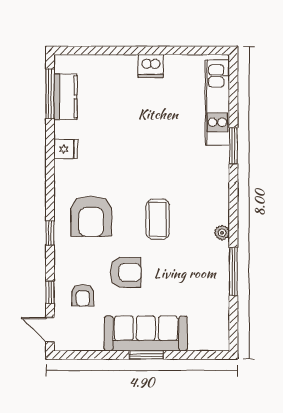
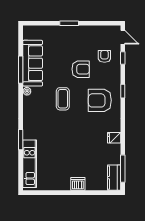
dishwasher: (151, 66) -> (78, 184), moved
kitchen counter: (65, 97) -> (114, 178), moved
armchair: (91, 216) -> (100, 100), turned -90
armchair: (126, 272) -> (81, 69), turned 180
sofa: (146, 333) -> (33, 63), moved, turned -90

